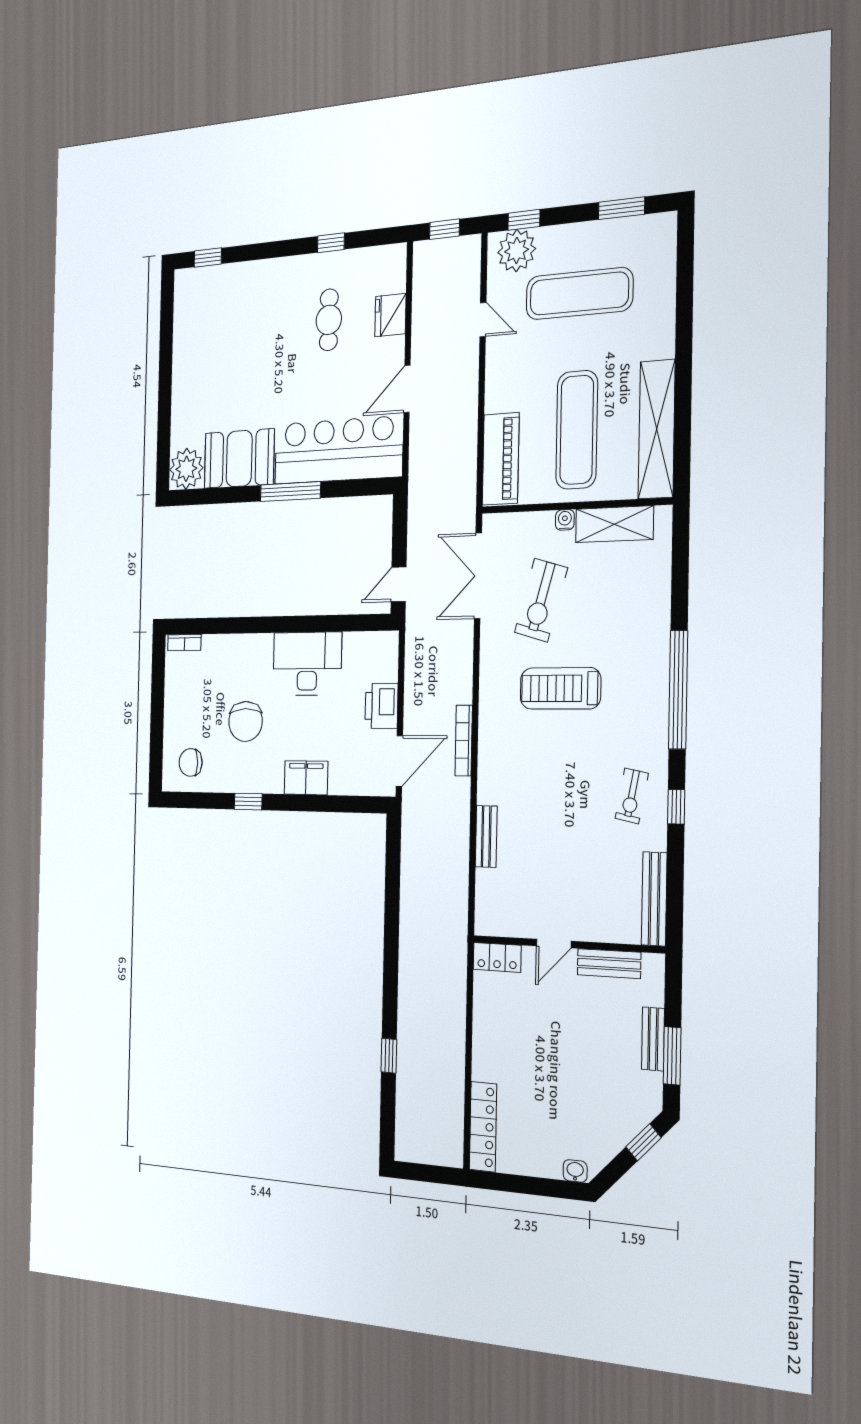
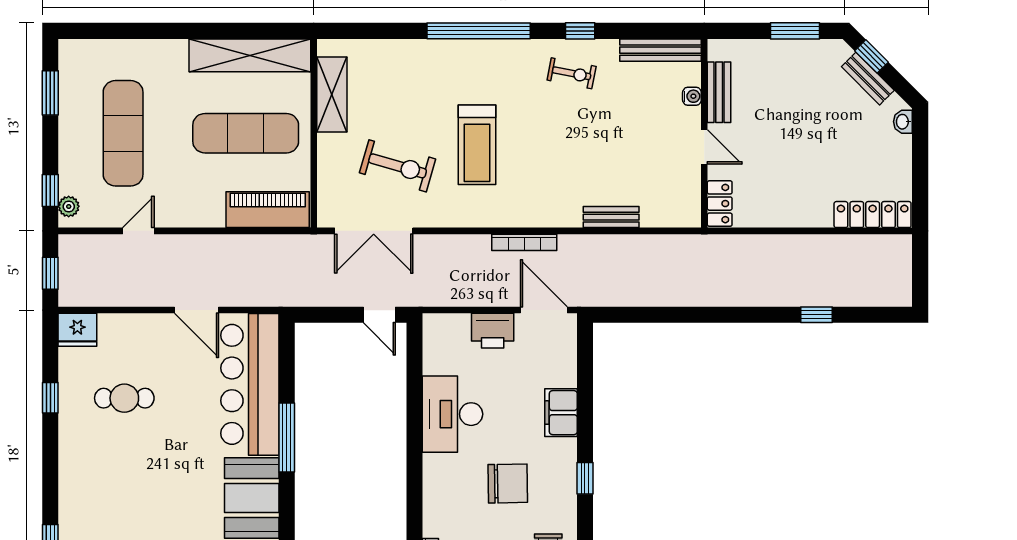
plant: (517, 251) -> (69, 206), width x0.53, depth x0.53
fridge: (390, 315) -> (77, 330), moved
water cooler: (565, 520) -> (692, 96), moved, turned 180
bench: (653, 1039) -> (868, 79), moved, turned 45

